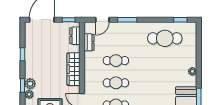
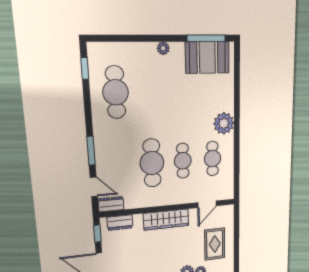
dresser: (89, 42) -> (111, 204), moved
cafe table: (116, 61) -> (152, 163), width x1.37, depth x1.35

